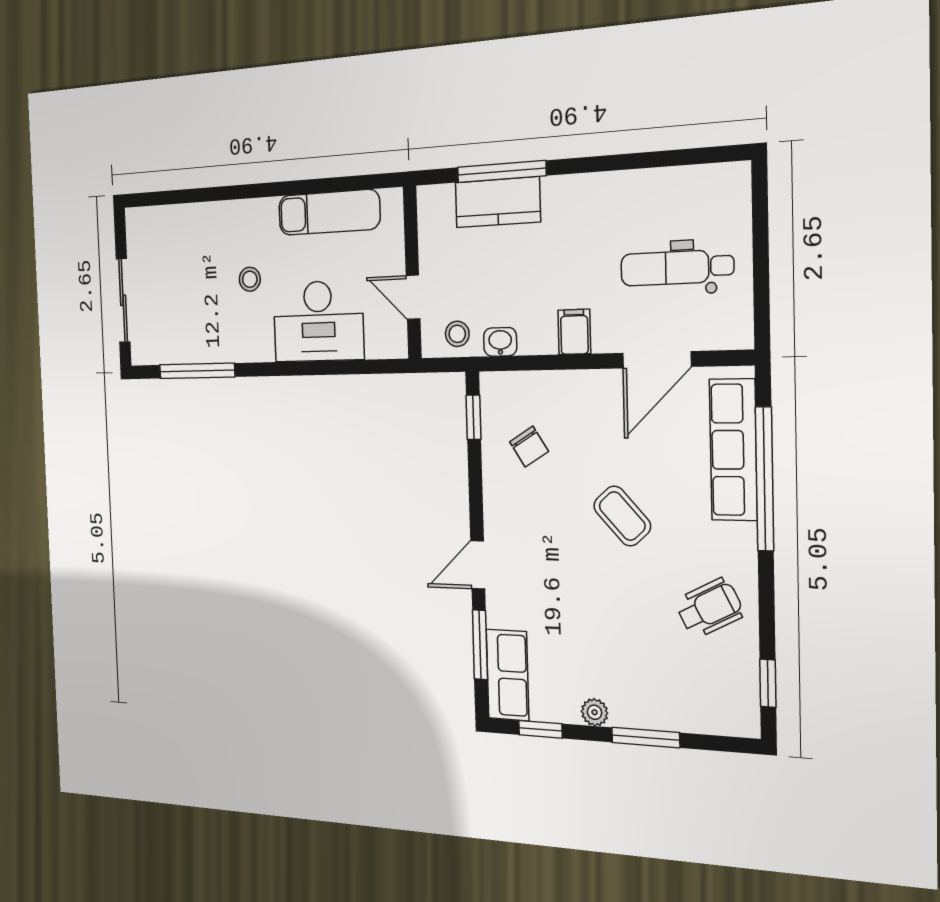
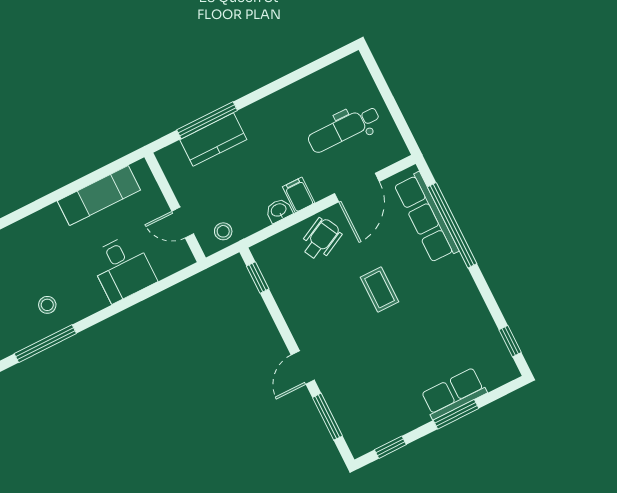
stool: (250, 279) -> (47, 305), moved
desk: (318, 321) -> (122, 268), width x0.73
washbasin: (500, 342) -> (279, 210), moved
chair: (529, 447) -> (302, 277), removed
coffee table: (622, 516) -> (380, 290), turned 42
wheelchair: (709, 608) -> (321, 239), moved
row of seats: (507, 675) -> (454, 393), moved, turned -90
plant: (595, 712) -> (419, 417), removed

